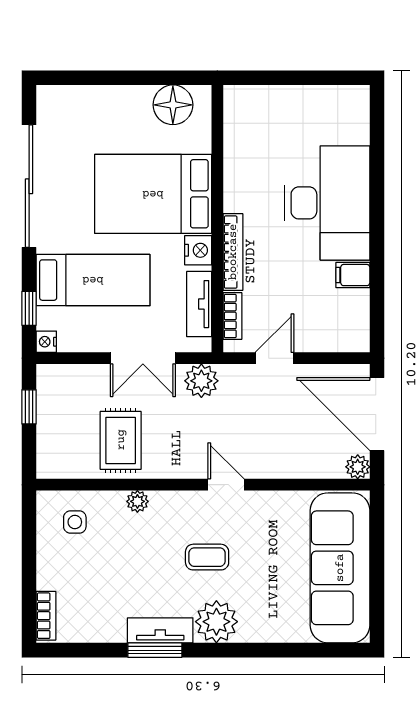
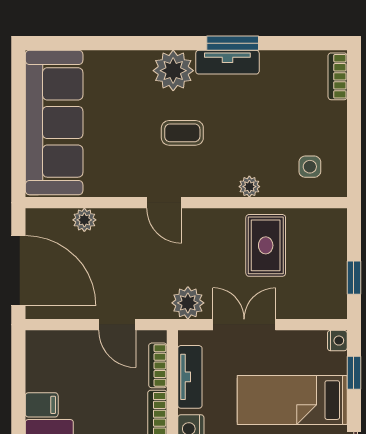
door: (275, 358) -> (117, 325), hinge flipped
plant: (358, 467) -> (84, 220), moved

